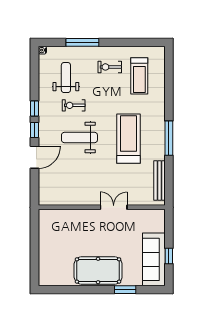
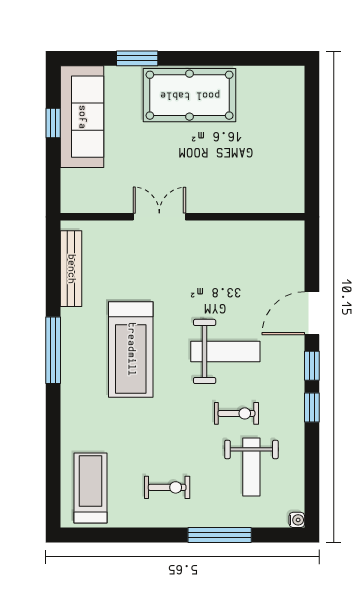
treadmill: (139, 76) -> (90, 488), moved
double door: (114, 207) -> (159, 217), swing flipped

